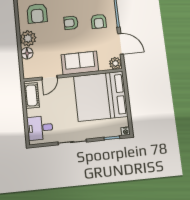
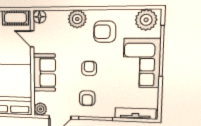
armchair: (99, 21) -> (87, 98), turned -90
floor lamp: (27, 53) -> (39, 17), moved

